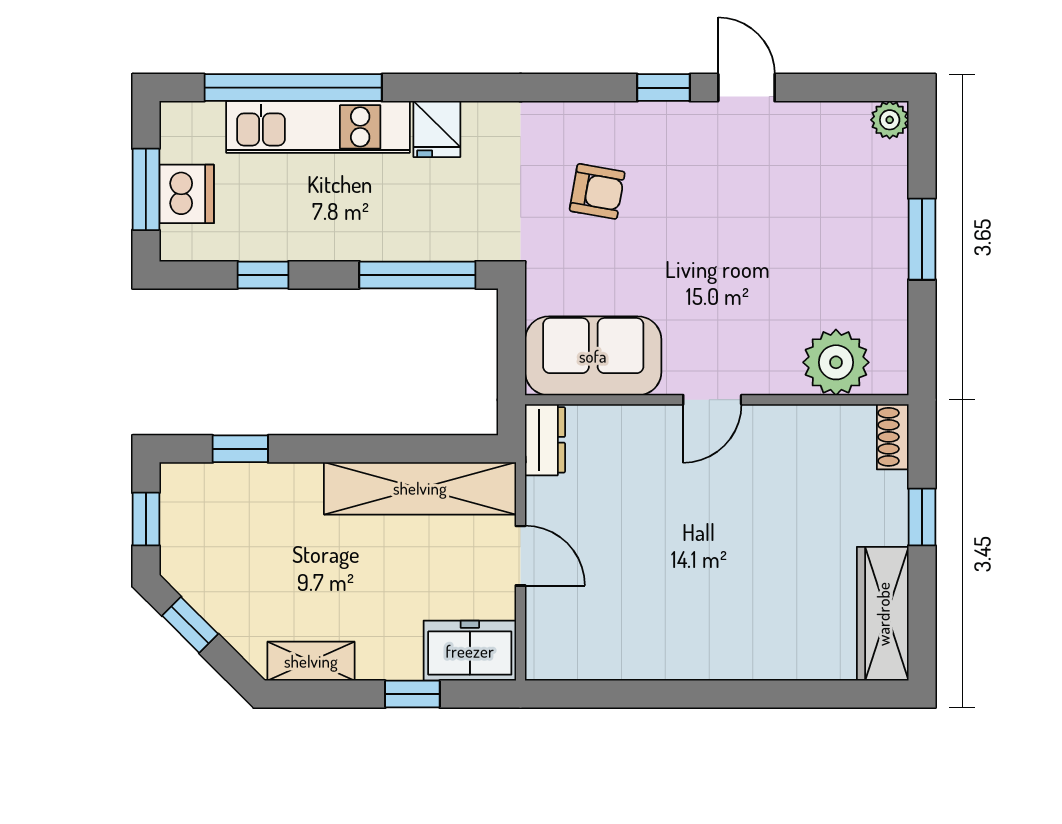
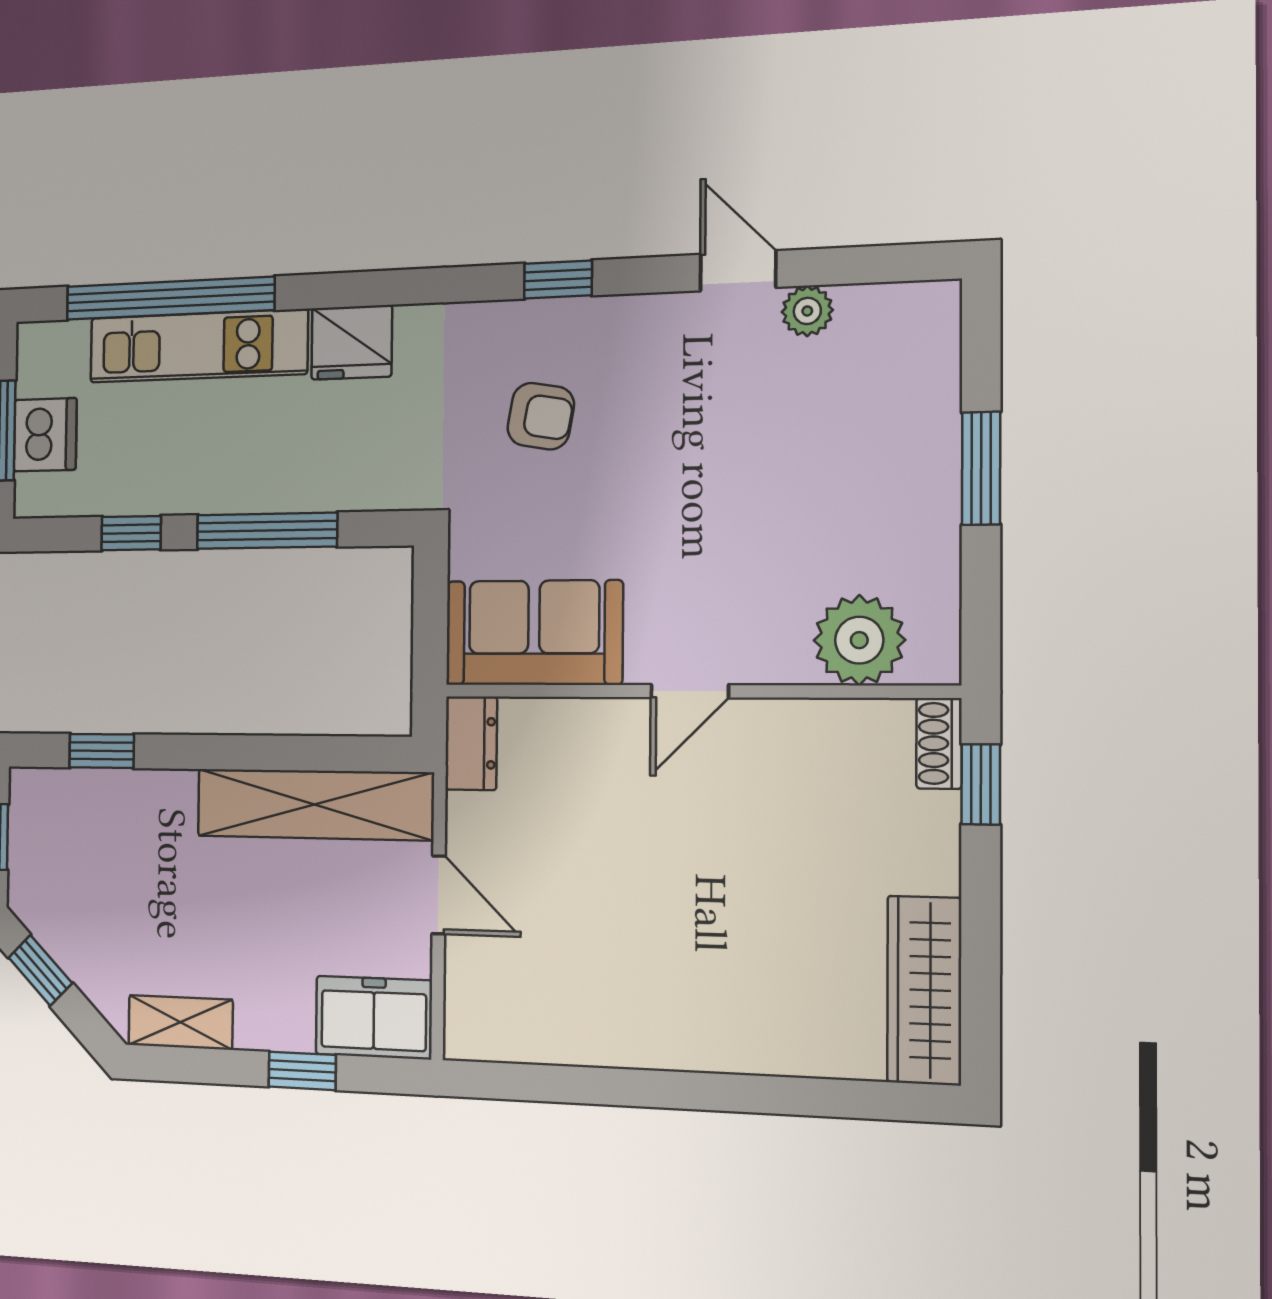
window: (664, 88) -> (558, 280), moved
plant: (890, 120) -> (807, 311), moved
fridge: (437, 129) -> (352, 342), width x1.38
window: (417, 275) -> (267, 531), moved
window: (922, 517) -> (981, 784), moved

